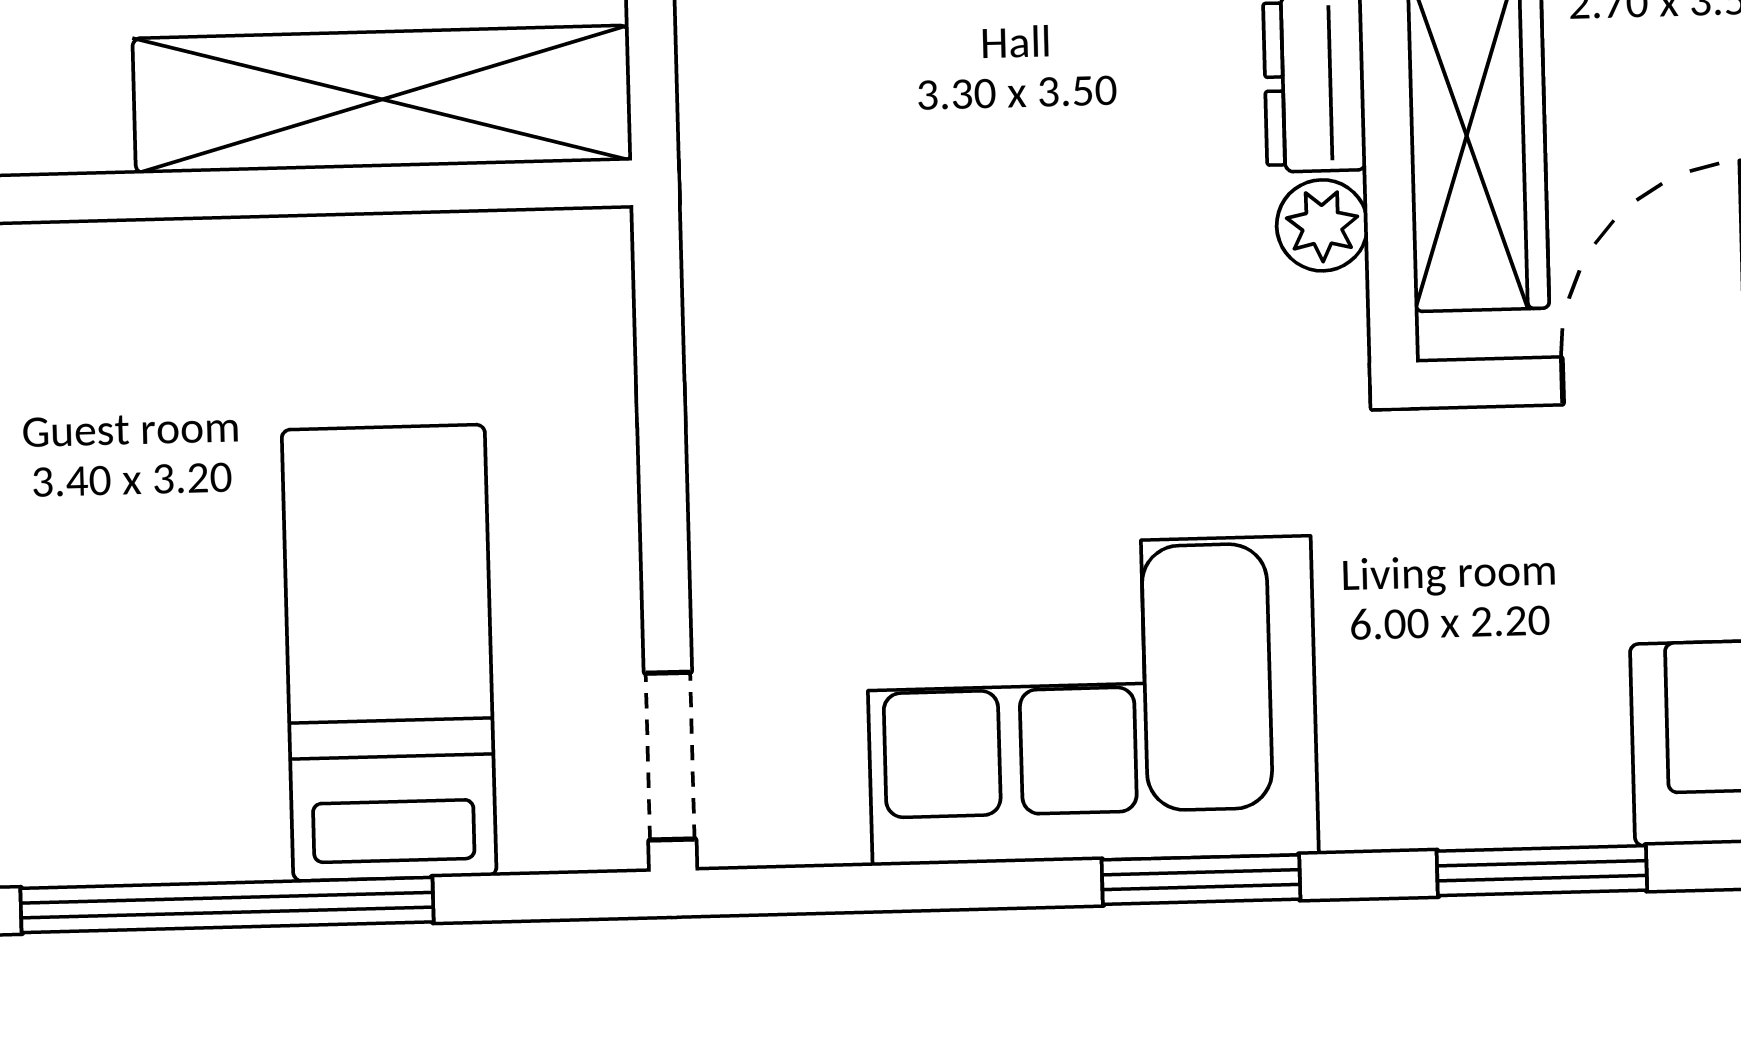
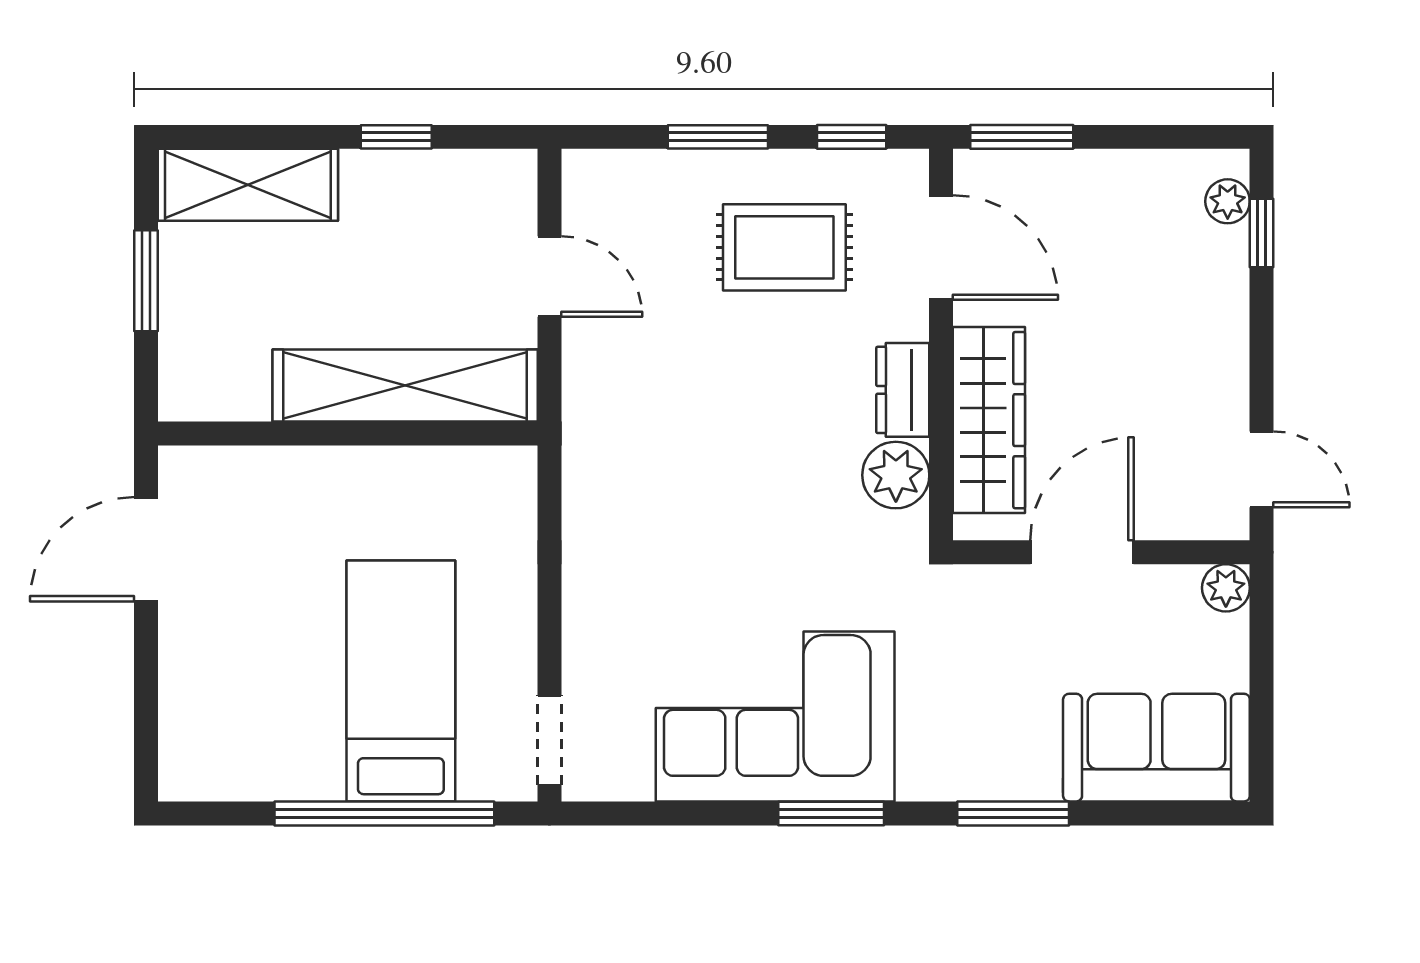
plant: (1322, 225) -> (896, 475), width x1.38, depth x1.38
window: (227, 905) -> (384, 813), moved

